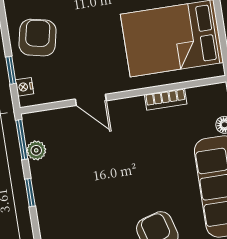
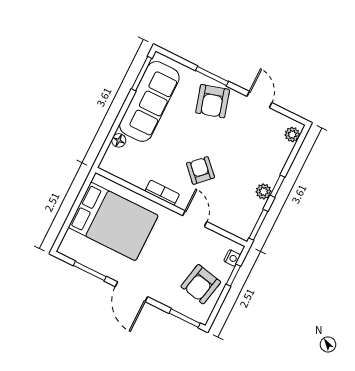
bookcase: (166, 99) -> (162, 193), moved
plant: (36, 150) -> (264, 192), moved
armchair: (120, 153) -> (200, 170), added

